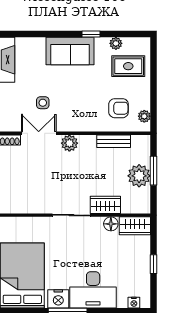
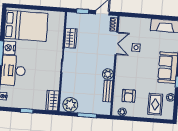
plant: (69, 143) -> (108, 74), moved
plant: (139, 176) -> (70, 105), moved
wardrobe: (105, 205) -> (71, 38), moved
floor lamp: (111, 224) -> (55, 85), removed

